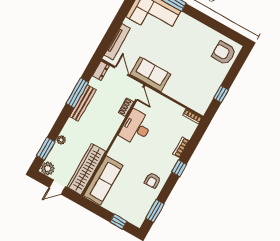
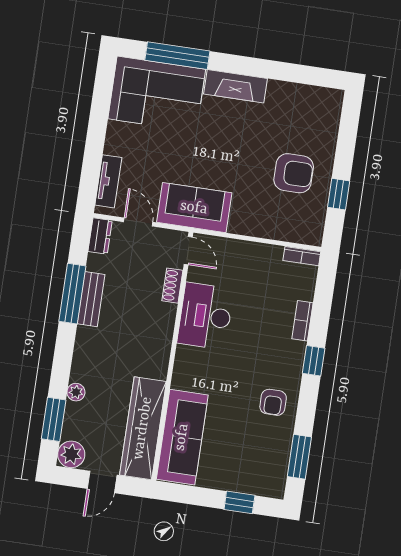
fireplace: (192, 24) -> (236, 86), added
tv unit: (117, 42) -> (108, 181), width x0.71
armchair: (224, 53) -> (294, 173), moved, turned 180
bench: (83, 103) -> (91, 299), width x0.73

